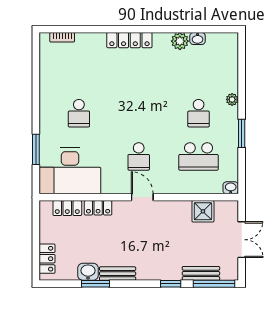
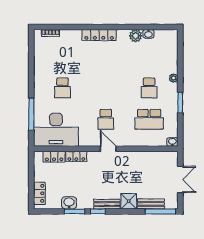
window: (36, 149) -> (31, 114), width x1.44
shower: (203, 211) -> (129, 201), moved
bench: (118, 274) -> (107, 204), moved
window: (171, 284) -> (98, 211), moved

